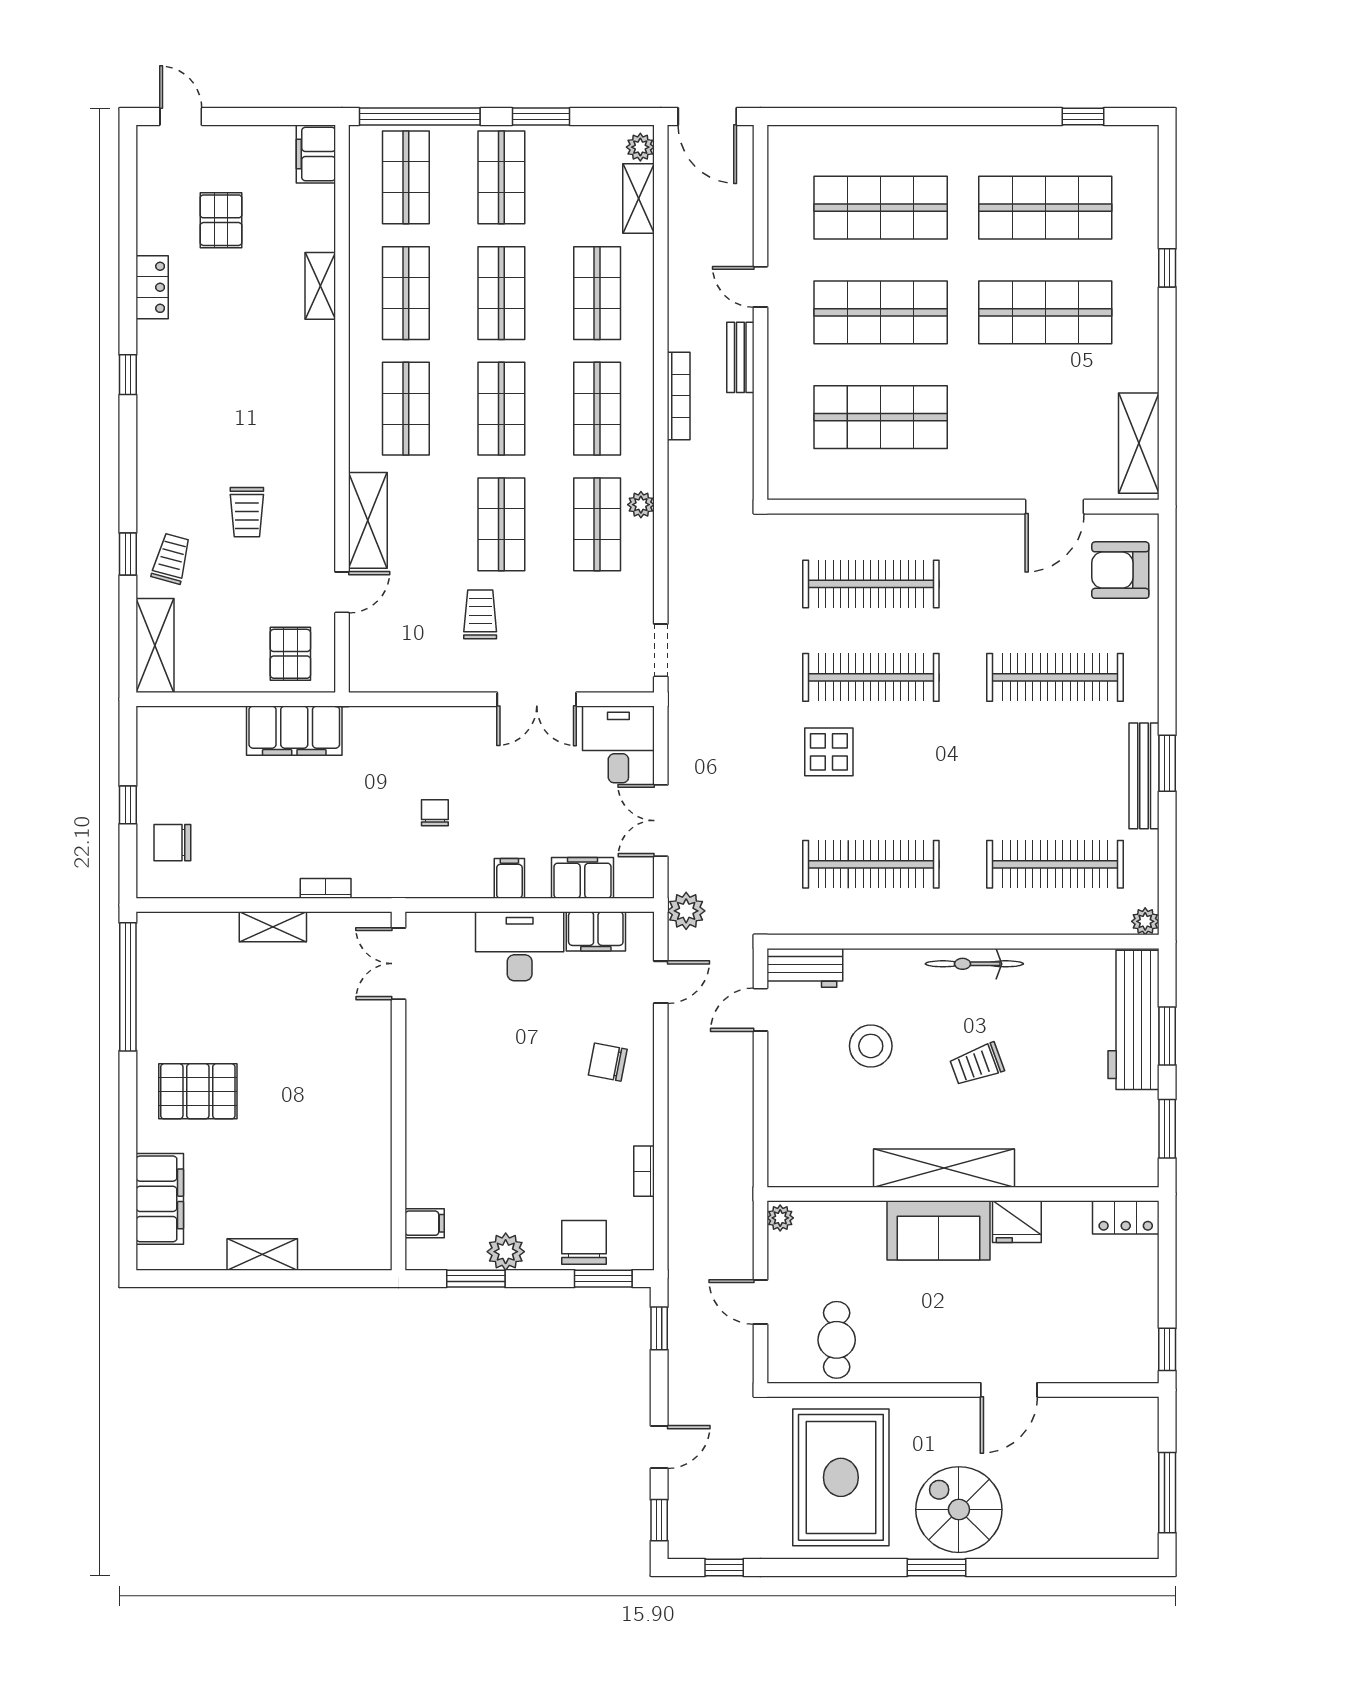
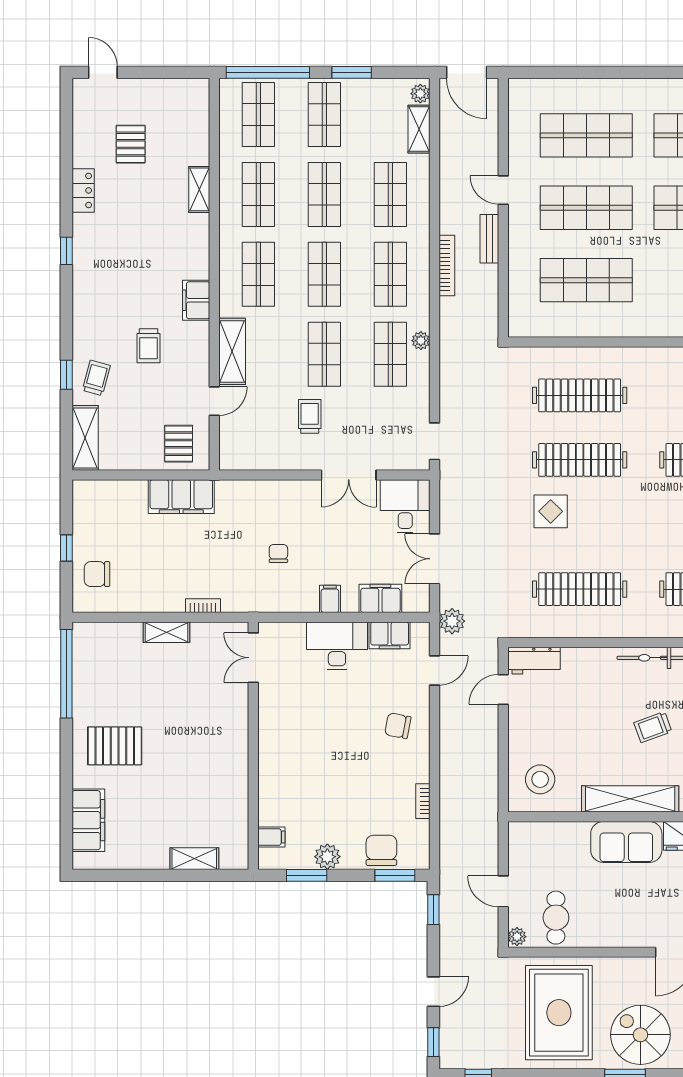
filing cabinet: (316, 154) -> (196, 300), moved
stool: (871, 1046) -> (540, 779), moved
plant: (780, 1218) -> (517, 937), moved
shelving: (262, 1255) -> (194, 859), moved

